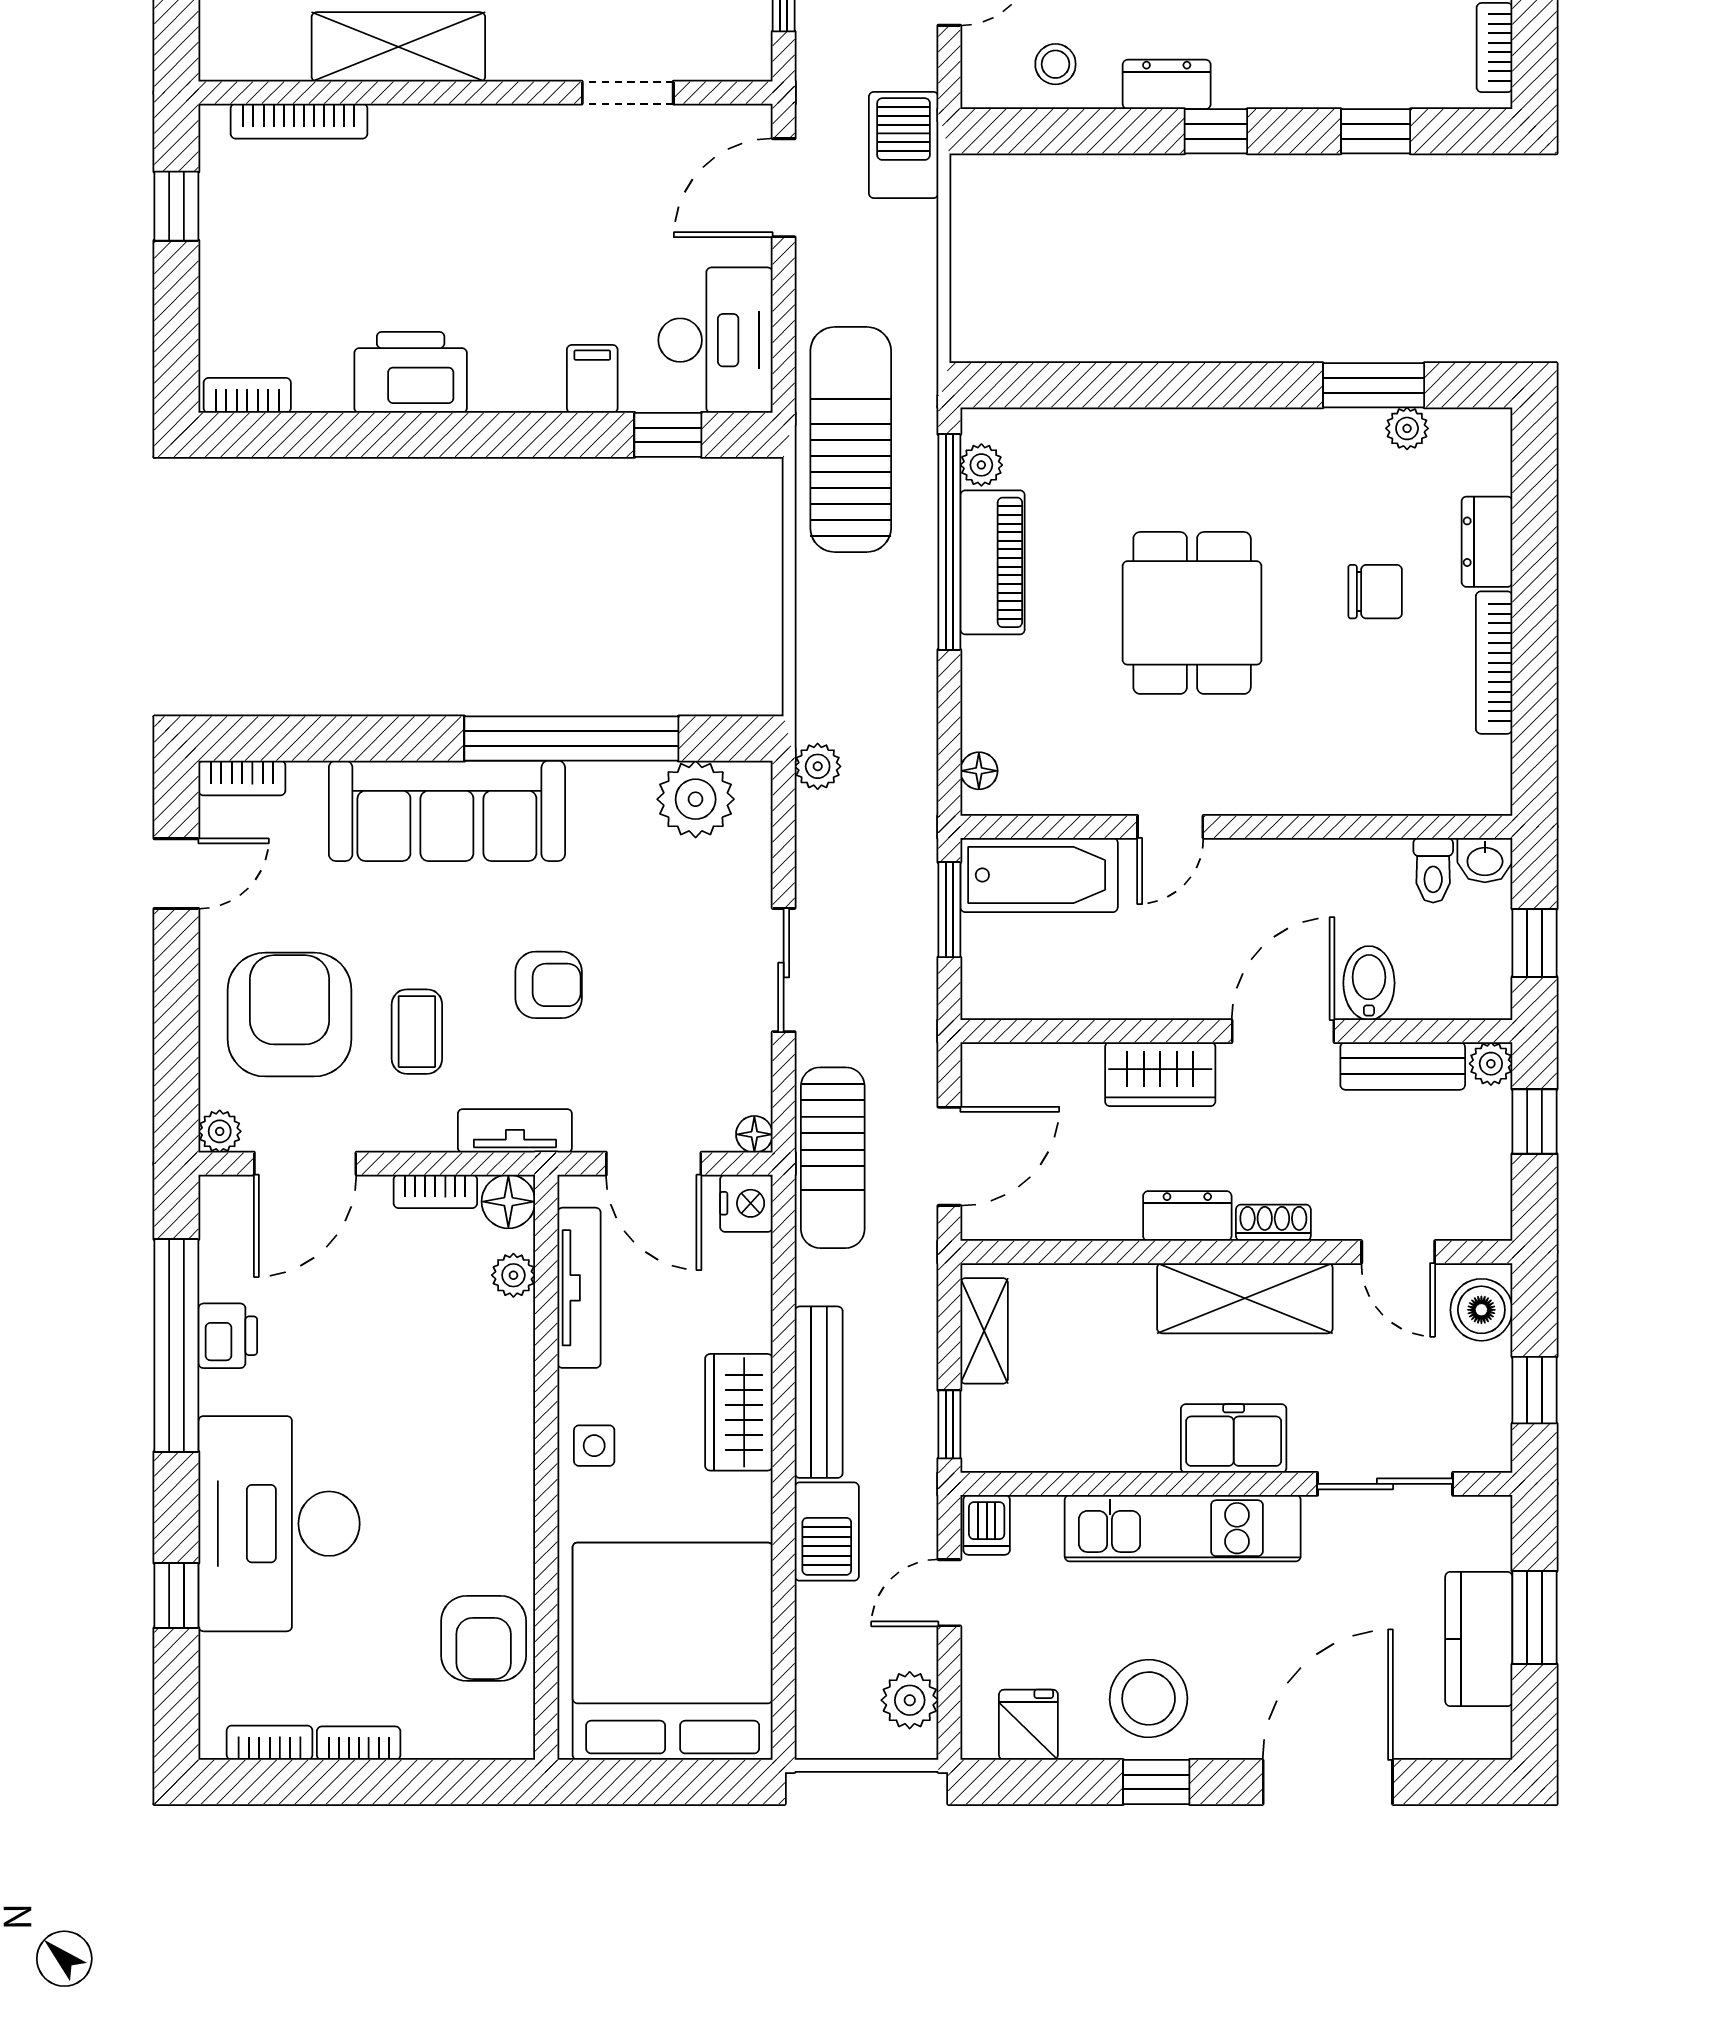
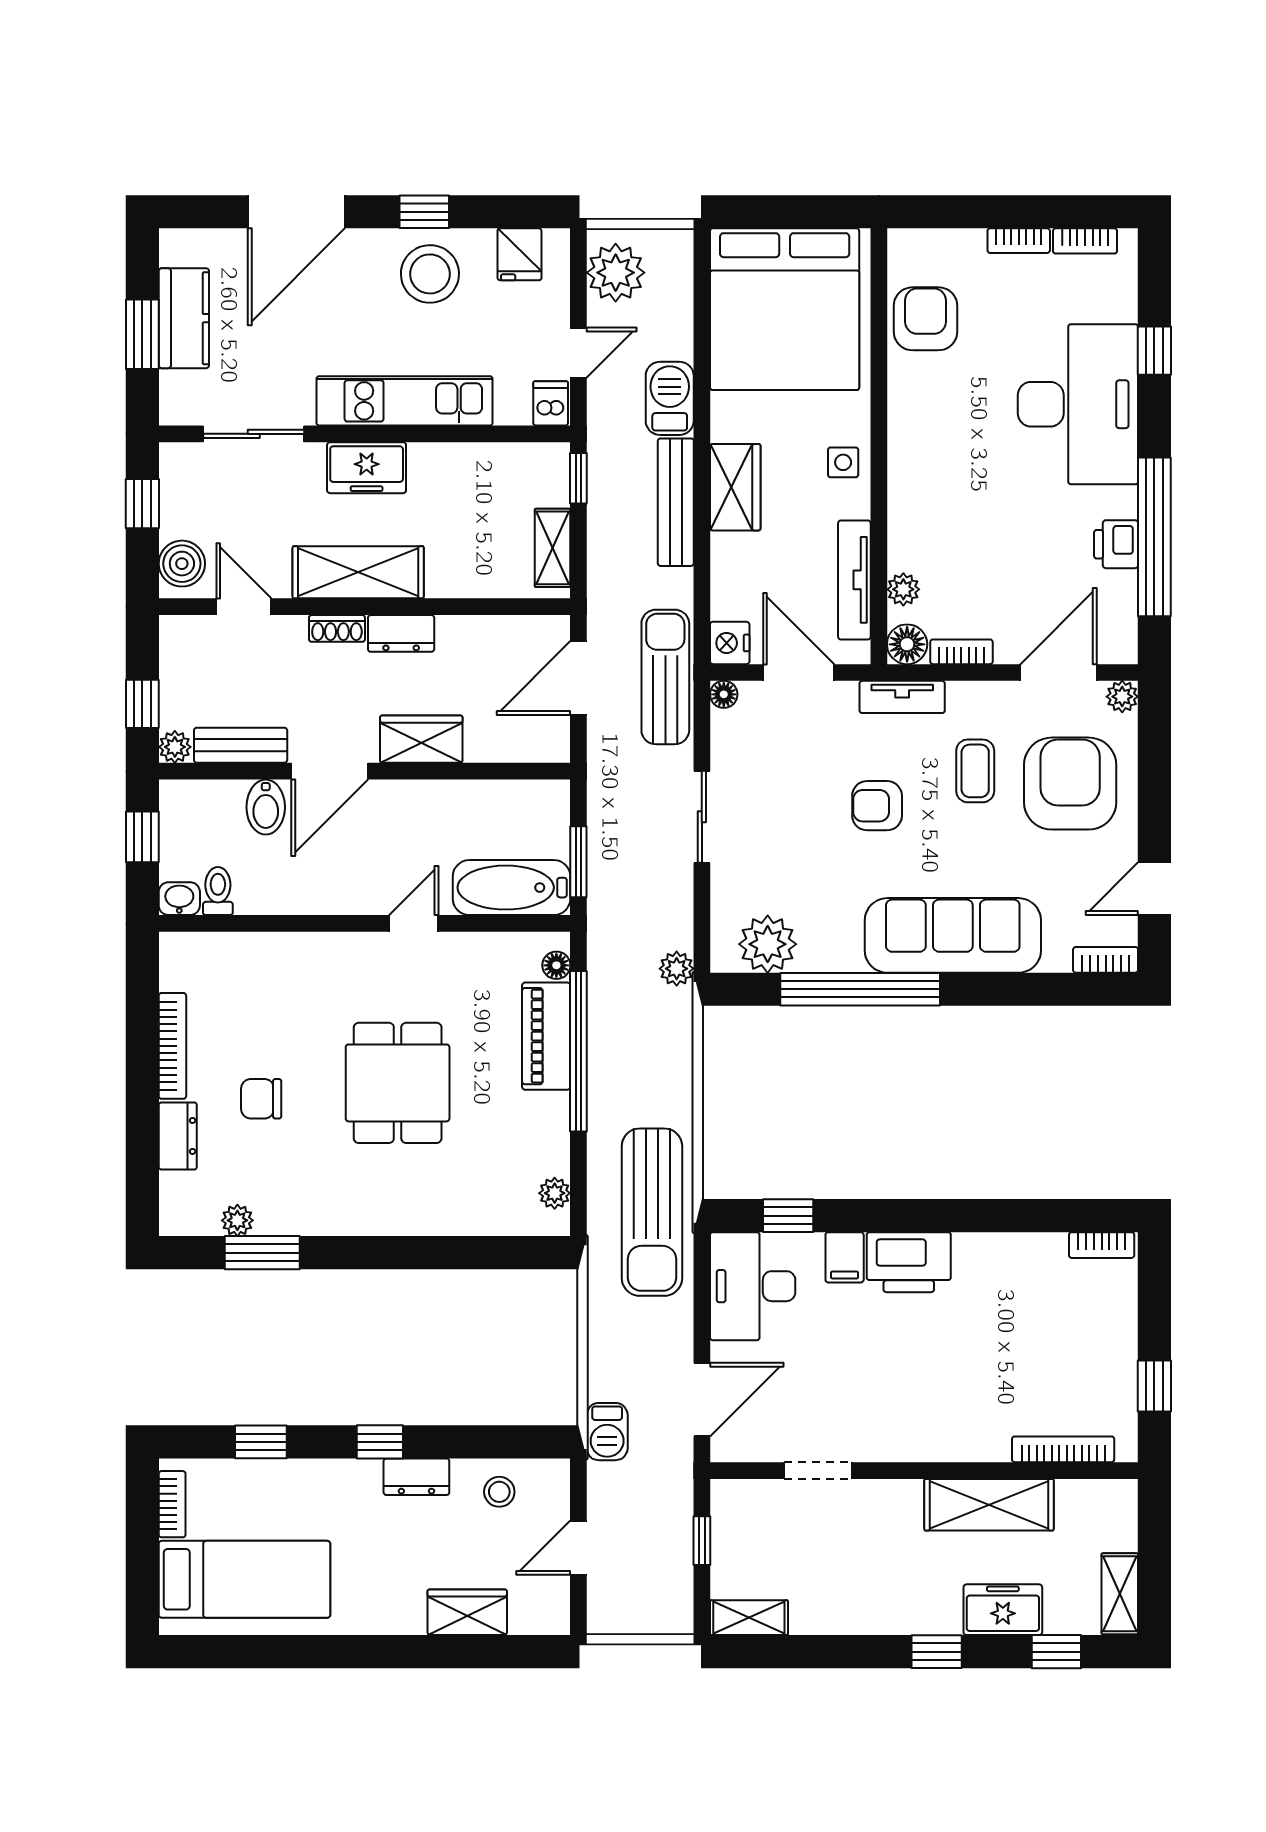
barbecue: (904, 145) -> (607, 1432), width x0.73, depth x0.79
printer: (411, 372) -> (909, 1262), moved
window: (949, 542) -> (578, 1051), moved
piano: (993, 562) -> (546, 1036), moved
armchair: (290, 1015) -> (1070, 784), turned 180
plant: (910, 1700) -> (616, 273), width x1.36, depth x1.36

